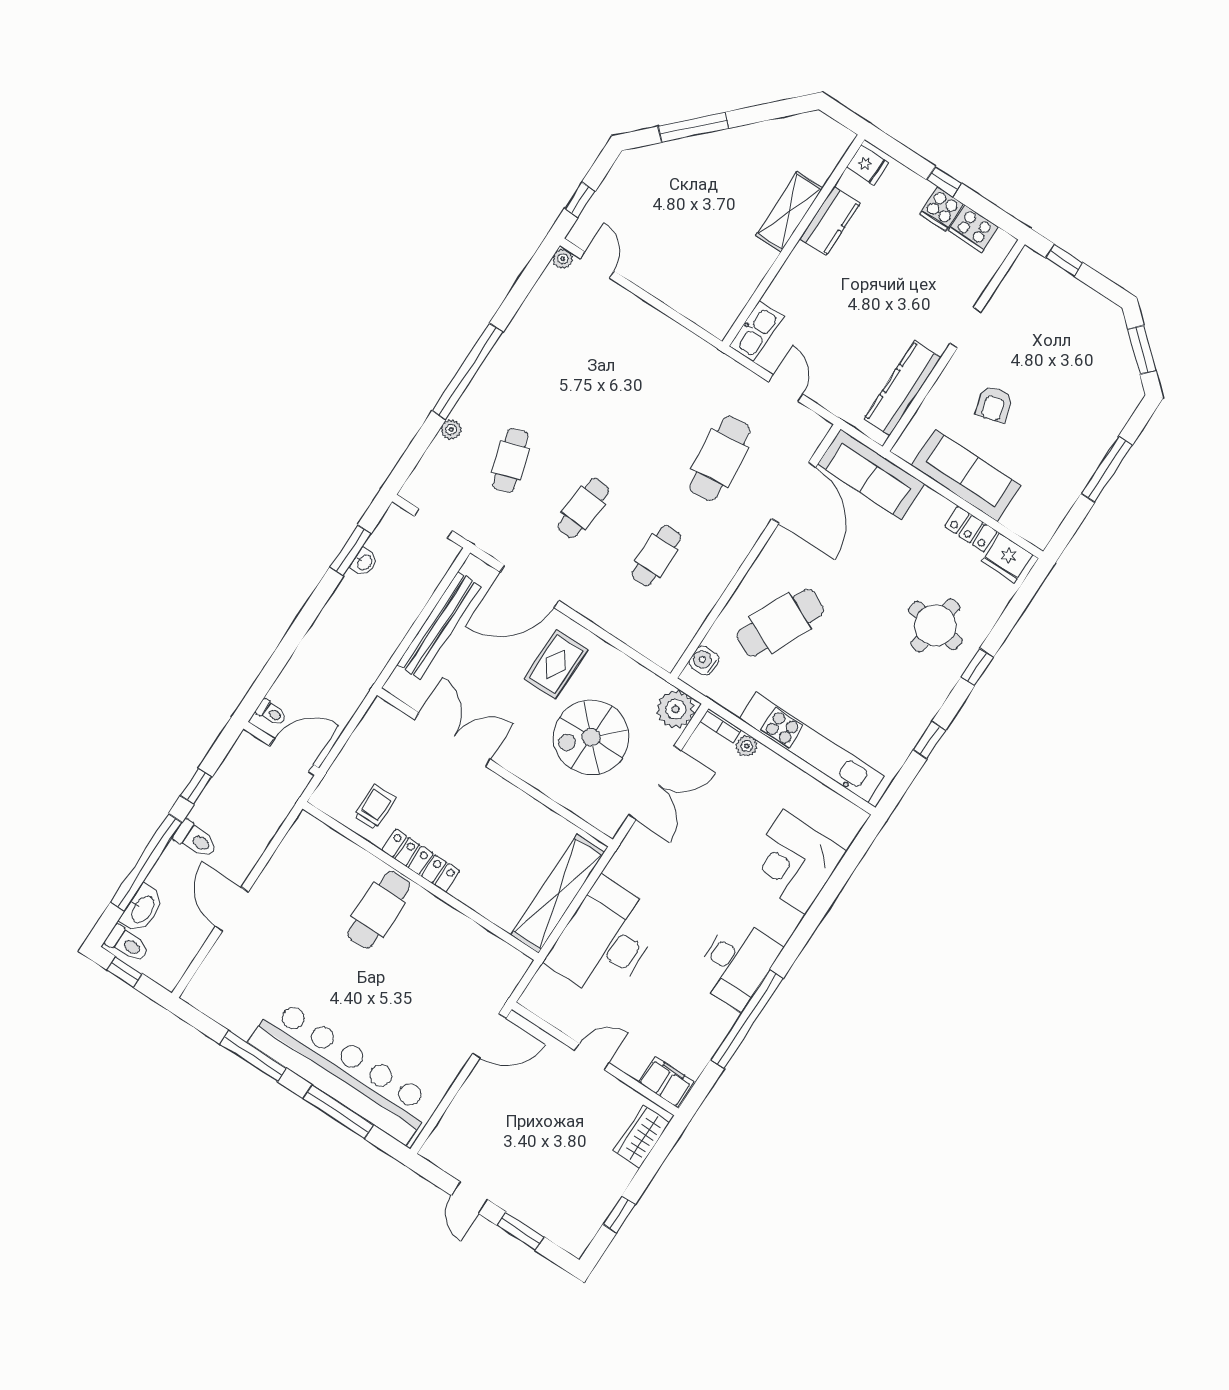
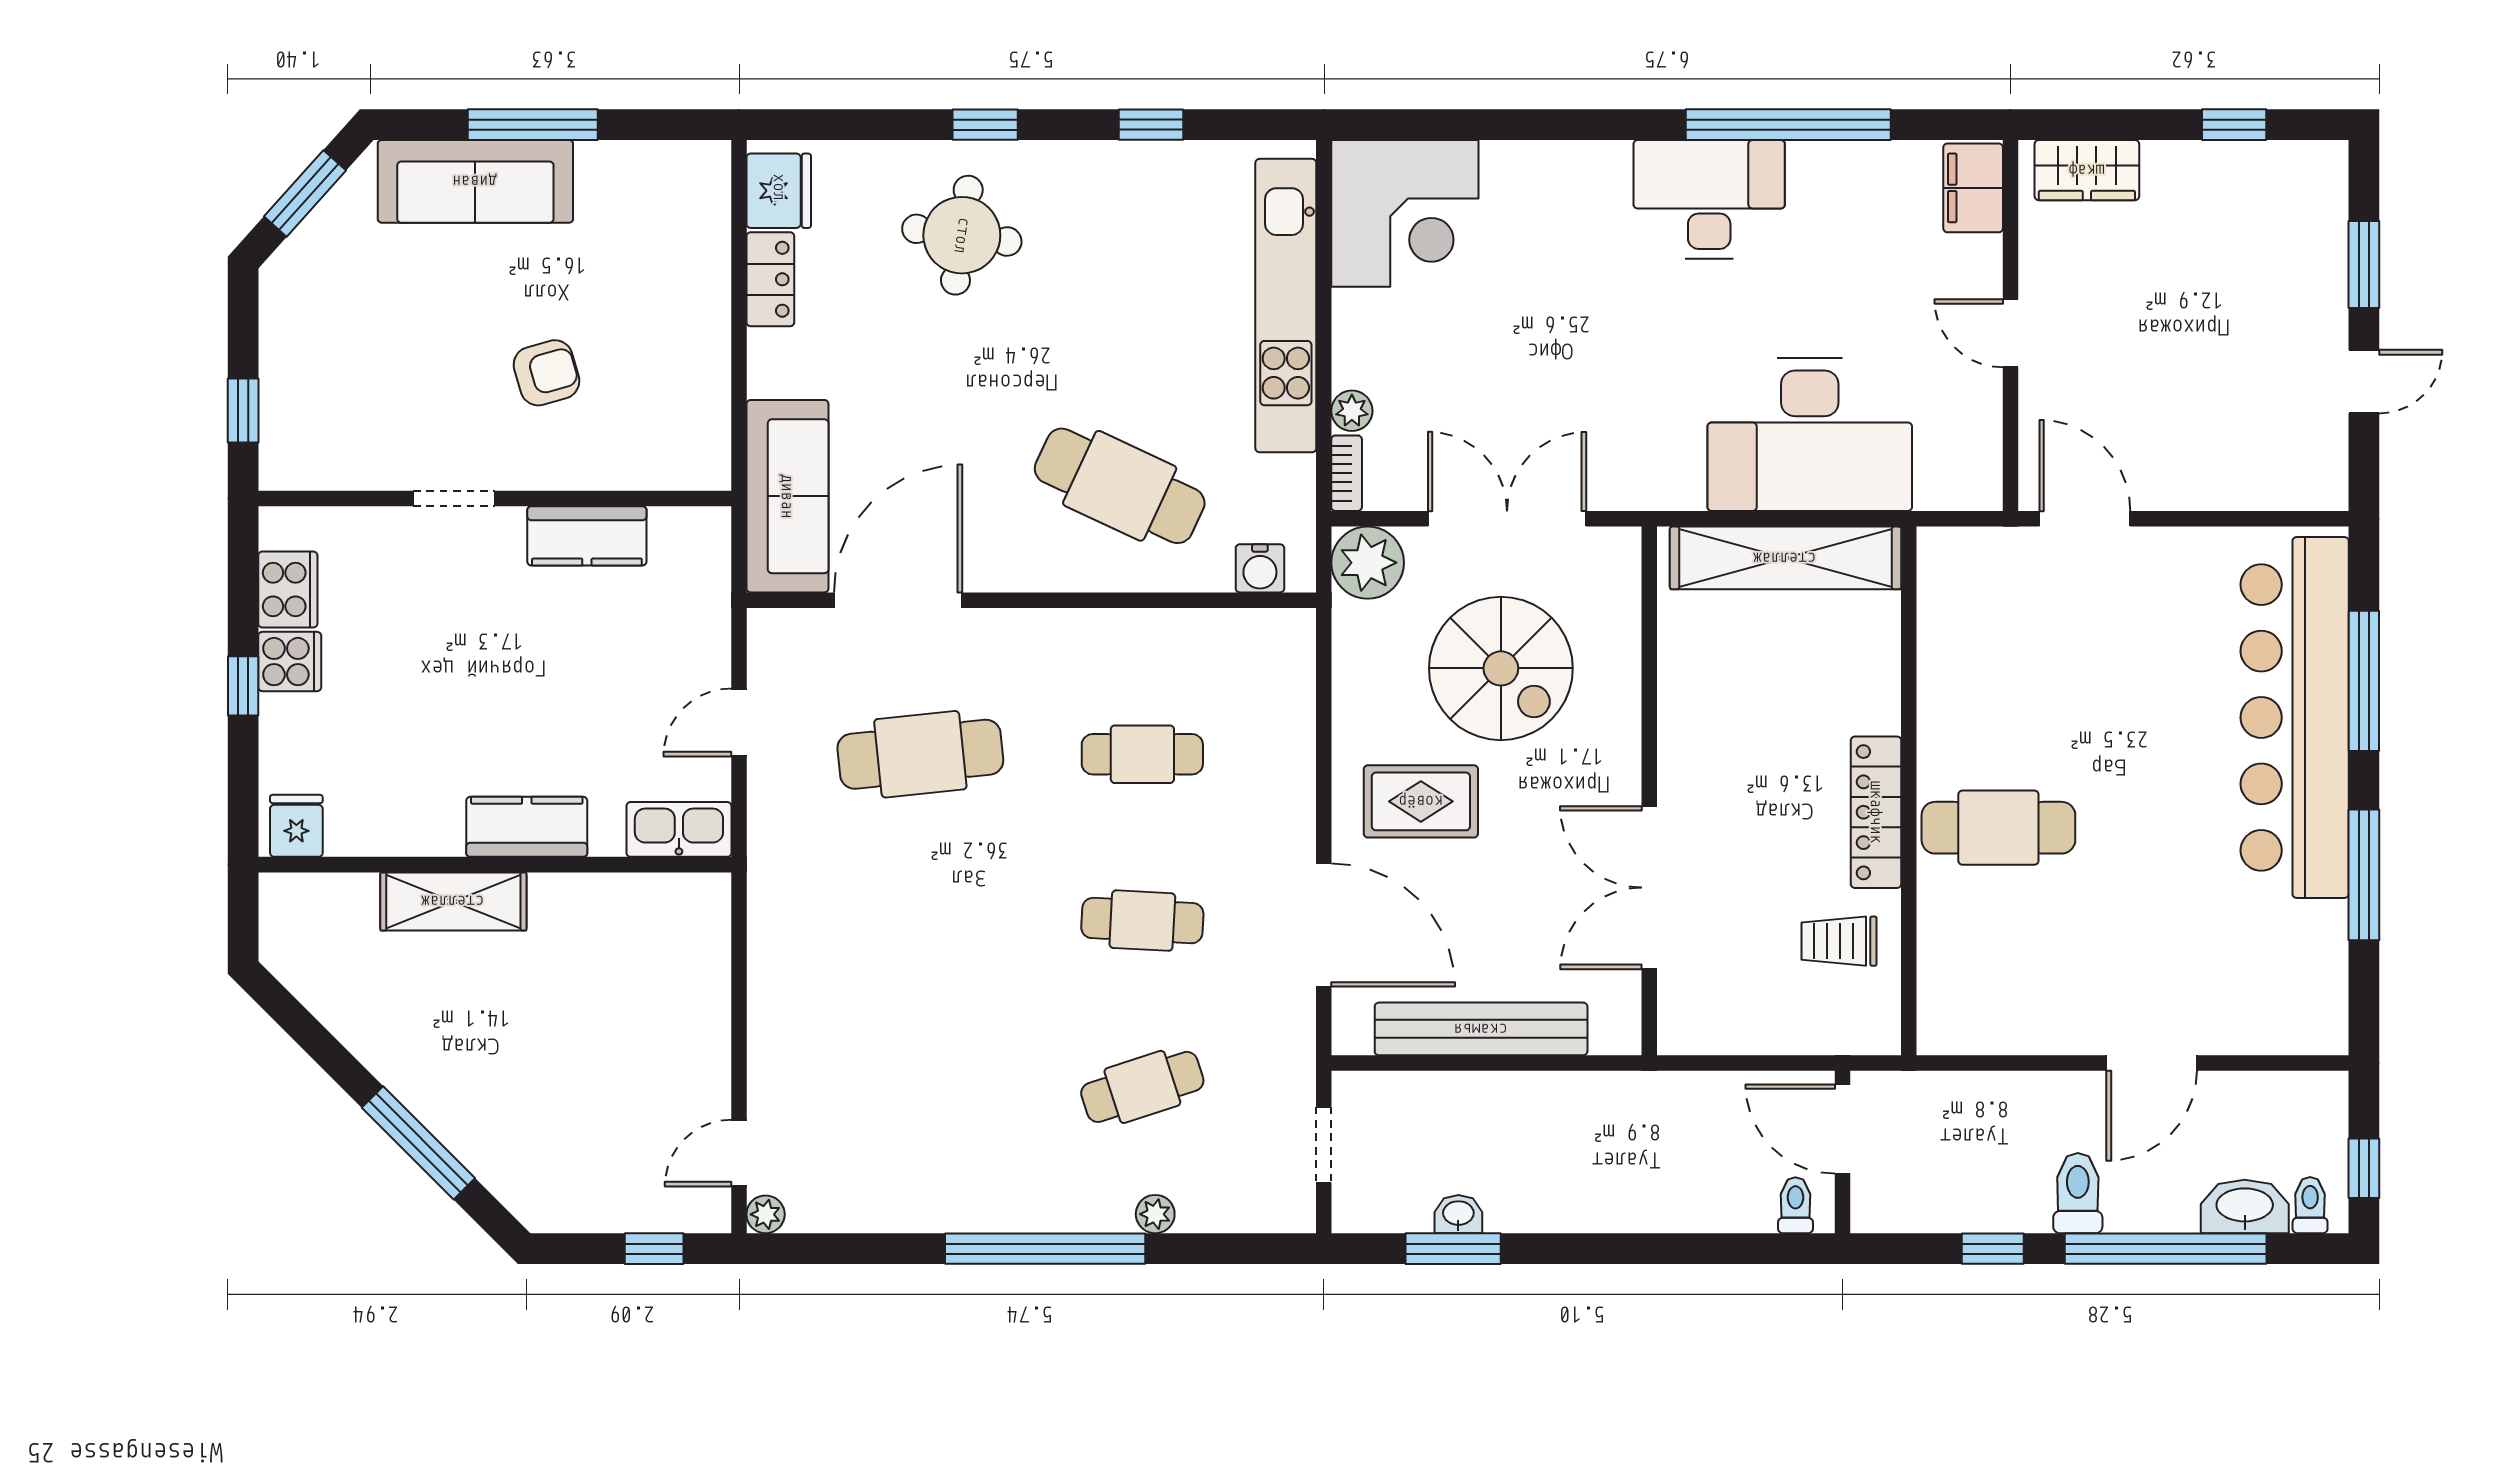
kitchen counter: (830, 221) -> (527, 827), moved
kitchen counter: (903, 388) -> (587, 536), width x0.67
sofa: (966, 476) -> (475, 181), moved, turned -90
corner desk: (794, 862) -> (1405, 213), moved
toilet: (127, 944) -> (2310, 1205), width x0.73, depth x0.72

